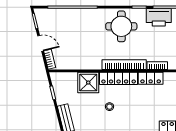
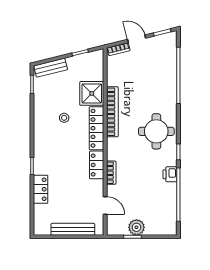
printer: (159, 17) -> (170, 174), width x0.53, depth x0.68
door: (41, 43) -> (137, 39), swing flipped
bookcase: (124, 65) -> (112, 112), moved

